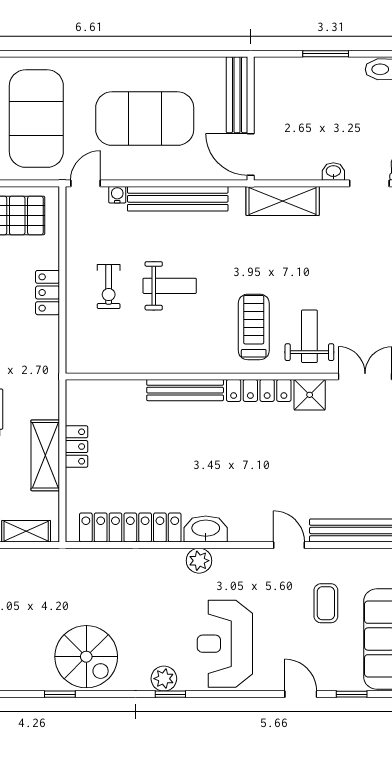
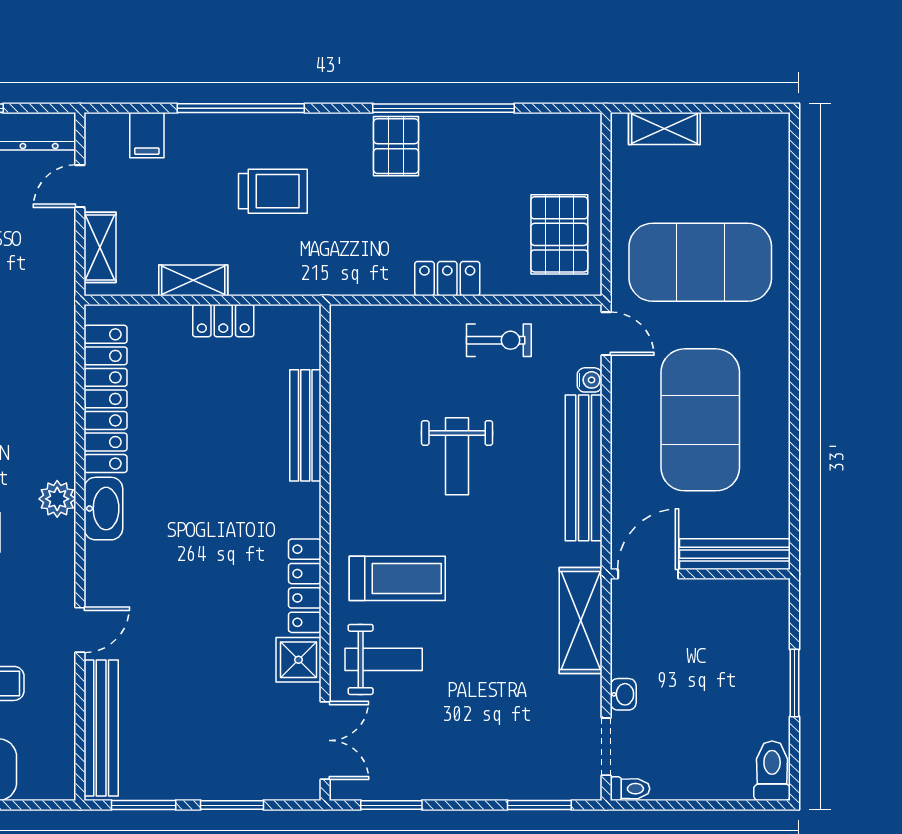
exercise bike: (109, 287) -> (499, 340), moved, turned 180
bench: (185, 390) -> (305, 425), moved
shelving: (45, 455) -> (193, 280), width x0.67, depth x0.75

